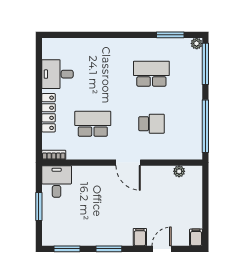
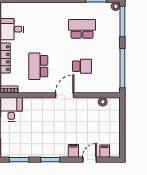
school desk: (93, 124) -> (38, 66), turned -90
door: (128, 163) -> (65, 95), swing flipped
filing cabinet: (196, 237) -> (105, 151), moved

